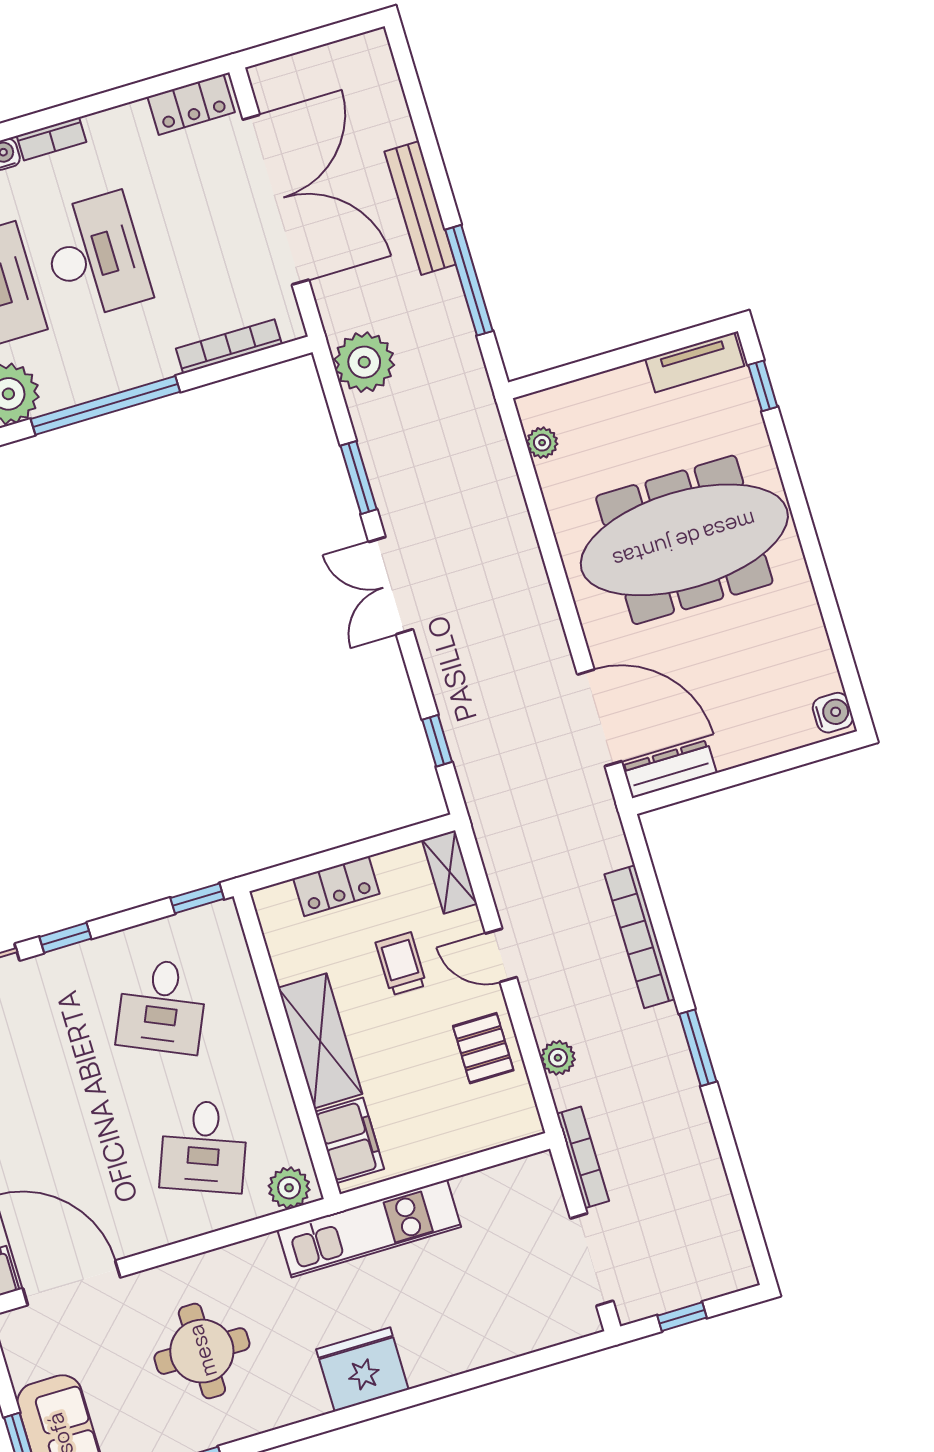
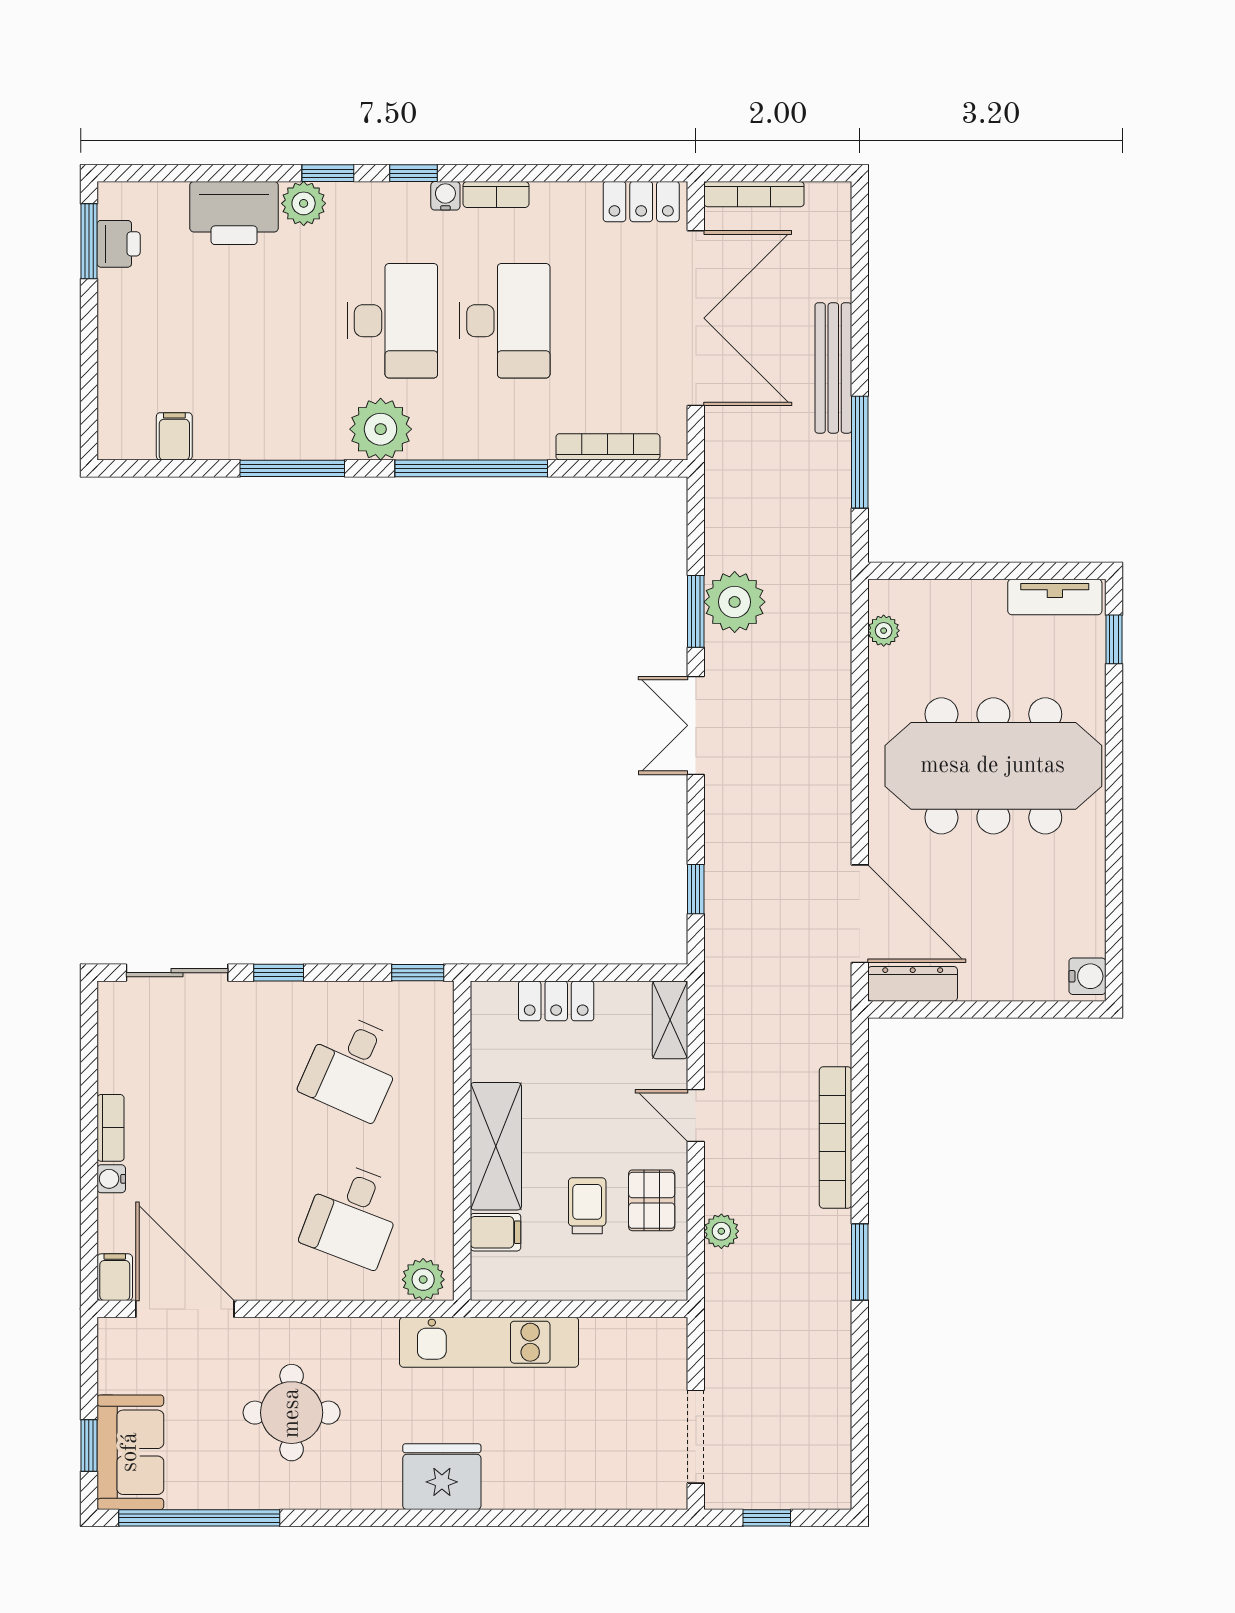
plant: (364, 362) -> (735, 602), moved
trolley: (401, 964) -> (587, 1206), moved
filing cabinet: (350, 1140) -> (495, 1232), width x0.50
bookcase: (583, 1157) -> (754, 194), moved, turned 90

